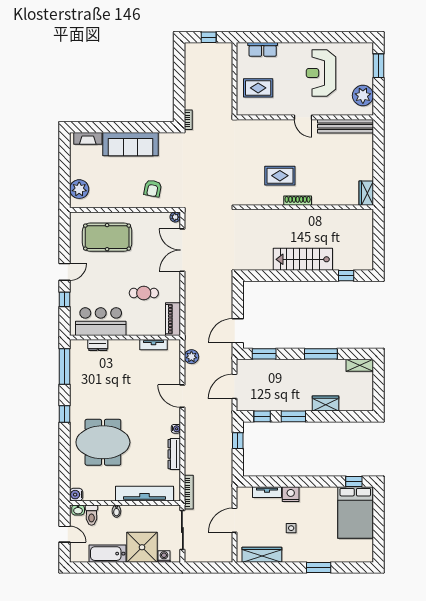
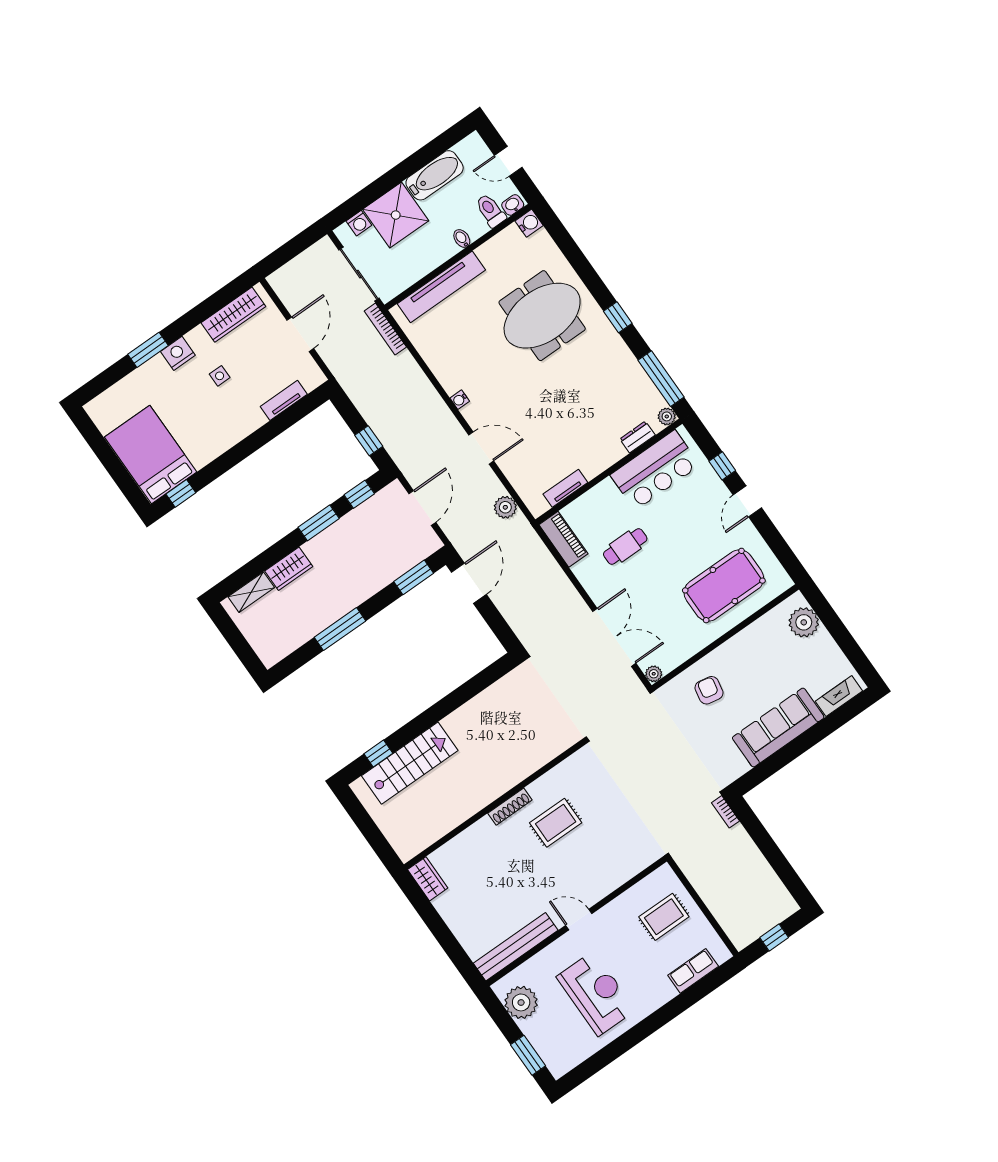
stairs: (303, 259) -> (410, 763), moved
plant: (75, 345) -> (667, 416), added
shelving: (360, 365) -> (251, 592), moved
dresser: (174, 454) -> (439, 365), removed
nightstand: (291, 494) -> (178, 353), moved, turned 180

